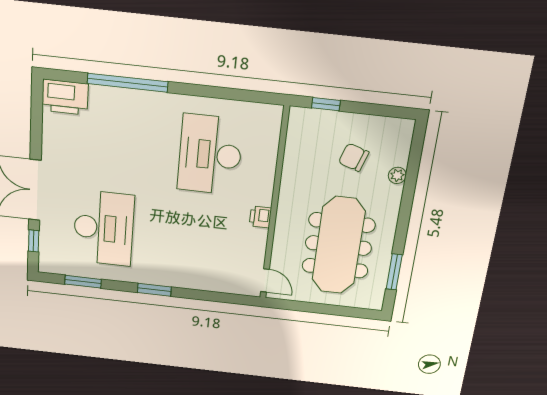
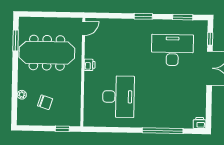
printer: (65, 97) -> (200, 123), width x0.53, depth x0.68
desk: (104, 228) -> (172, 50), turned 90
meeting table: (338, 246) -> (47, 53), turned 90
door: (265, 280) -> (84, 28), swing flipped

